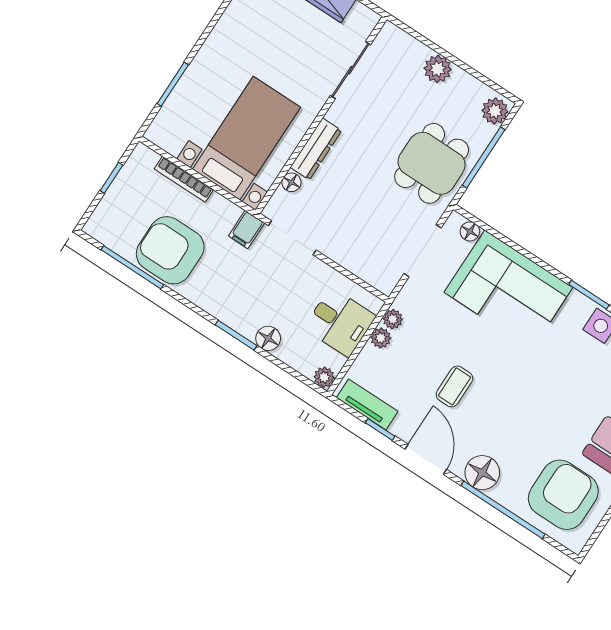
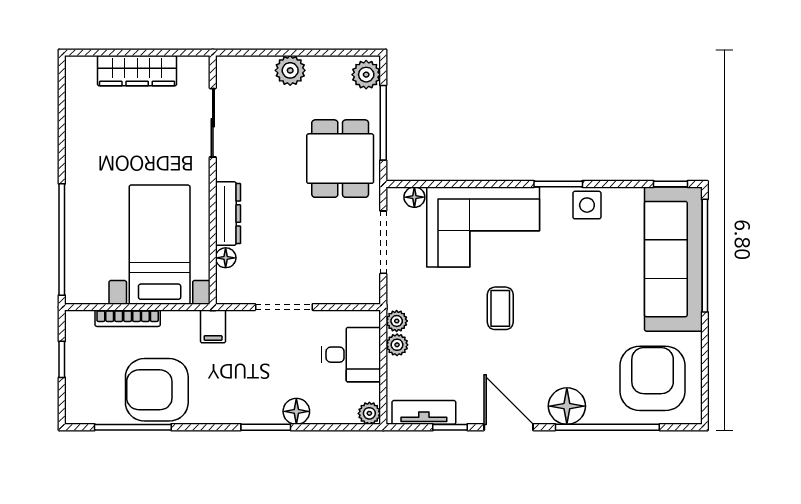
window: (173, 84) -> (62, 240), width x2.11
doorway: (292, 238) -> (284, 307), moved
coffee table: (454, 386) -> (500, 308), moved

